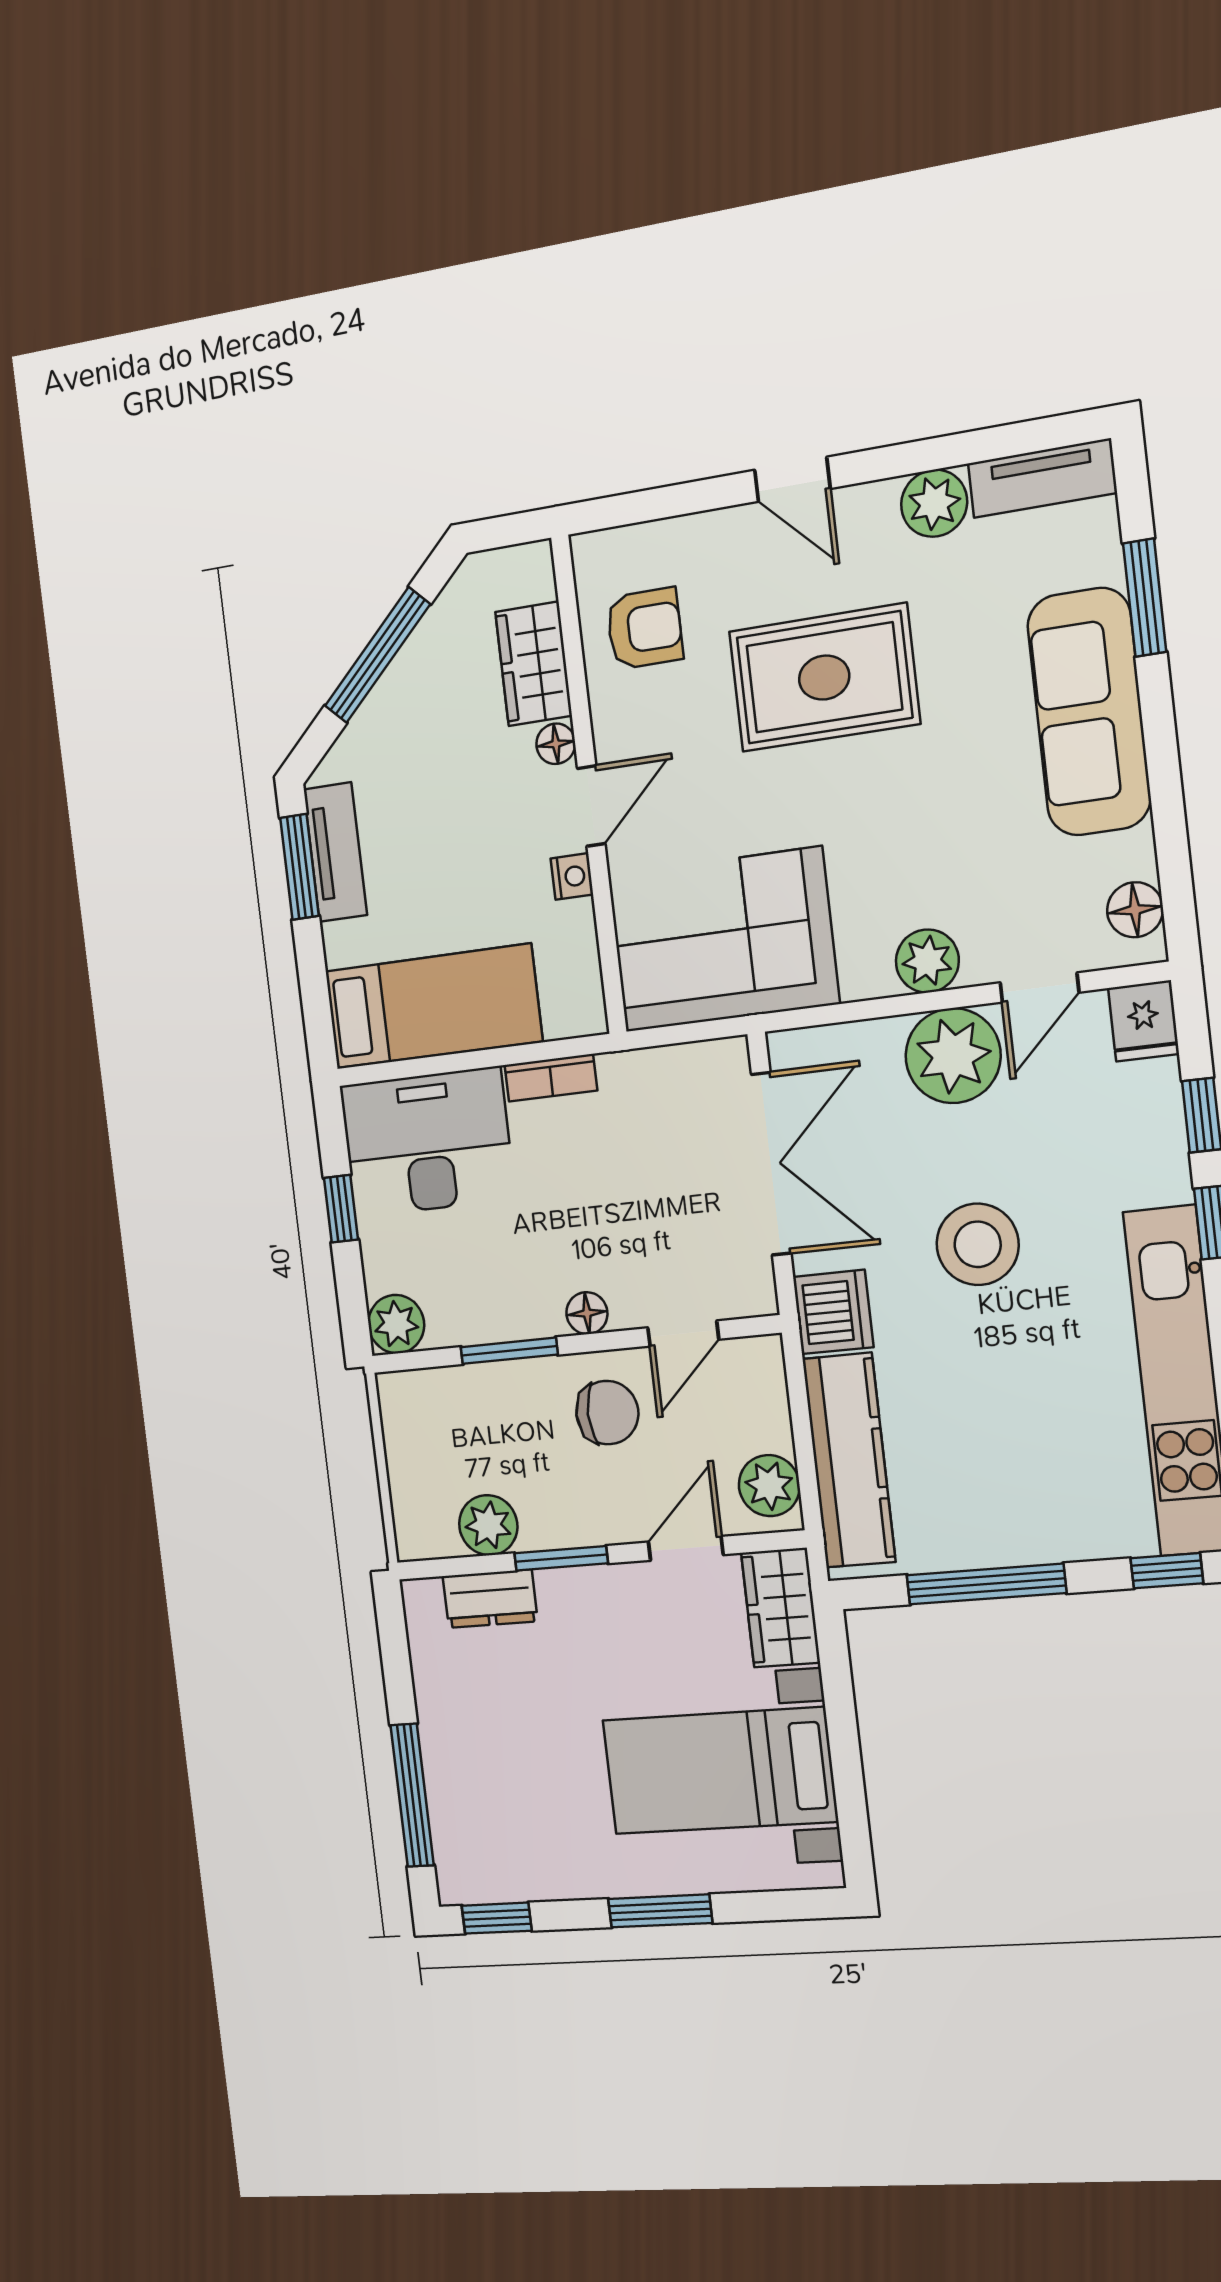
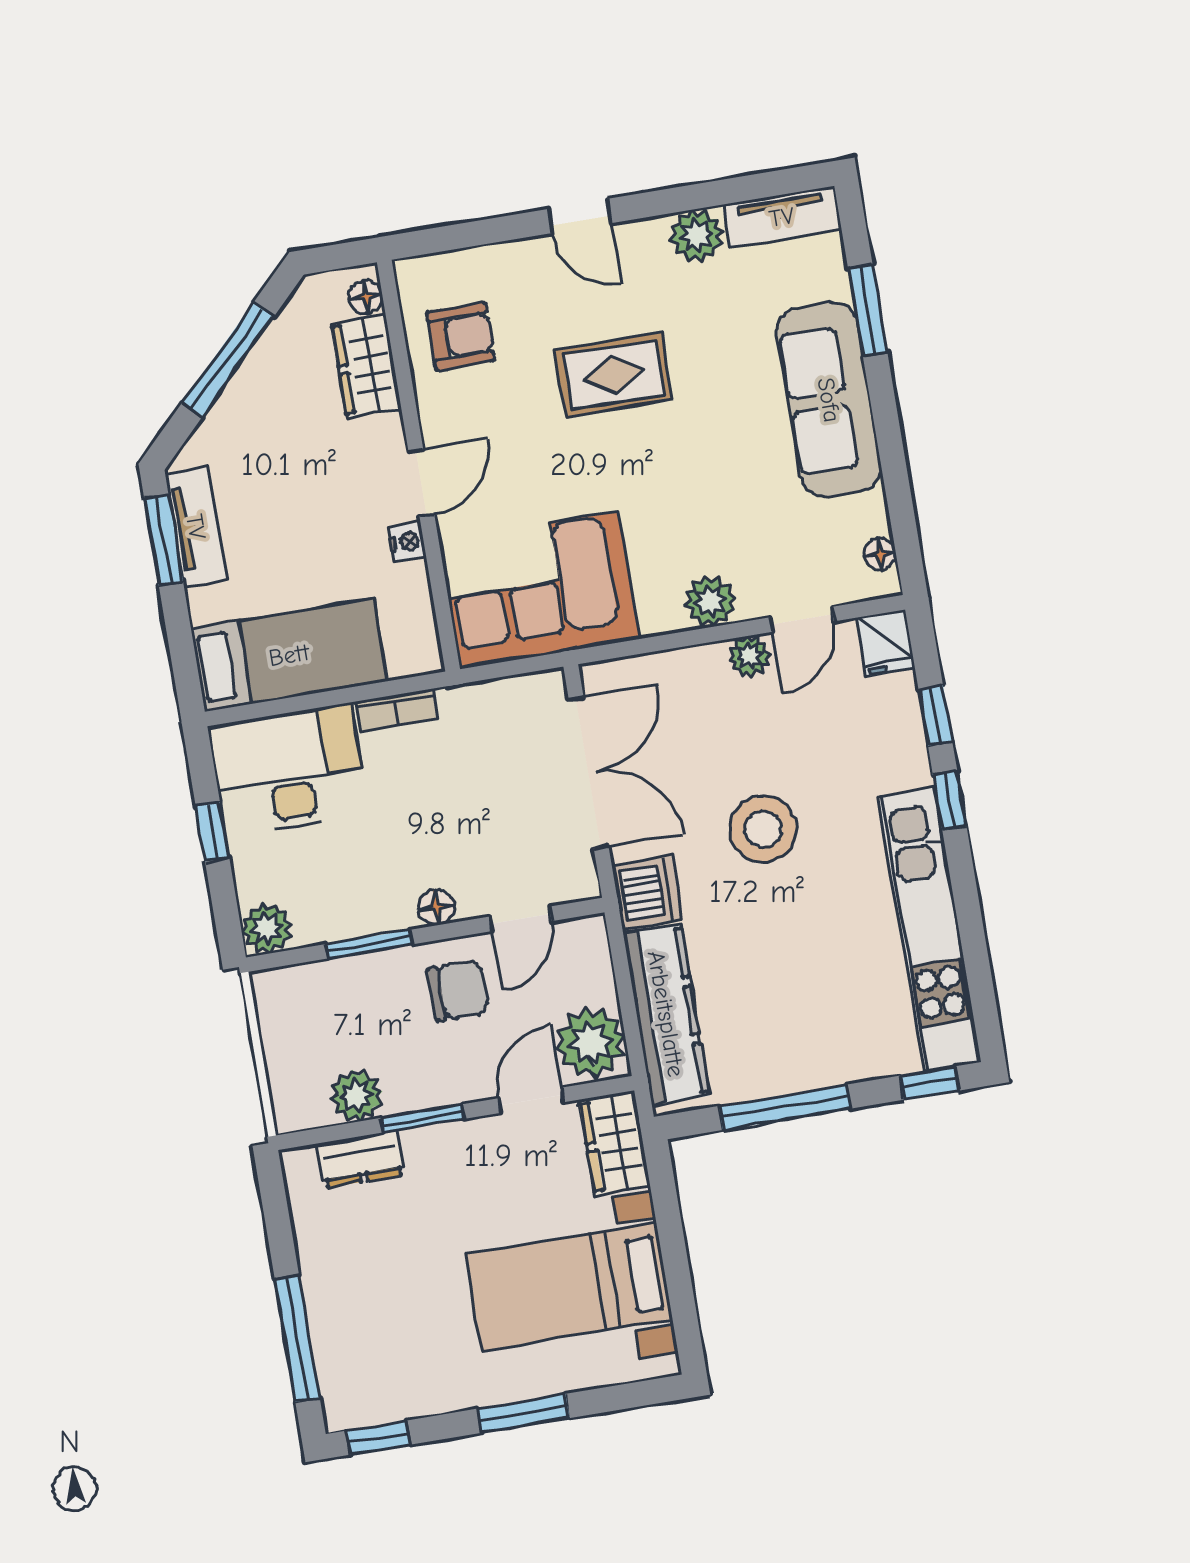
rug: (824, 678) -> (614, 375), width x0.73, depth x0.70
floor lamp: (556, 744) -> (366, 297), moved
floor lamp: (1135, 910) -> (880, 554), width x0.73, depth x0.73
plant: (953, 1056) -> (750, 656), width x0.53, depth x0.53
plant: (769, 1486) -> (591, 1043), width x1.36, depth x1.36

